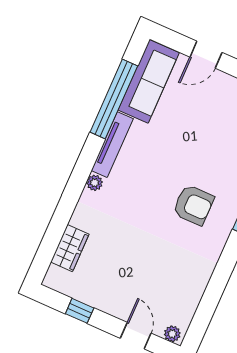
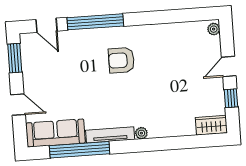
armchair: (193, 205) -> (121, 60), turned -90
wardrobe: (70, 248) -> (211, 125), moved
door: (136, 336) -> (229, 66), moved

